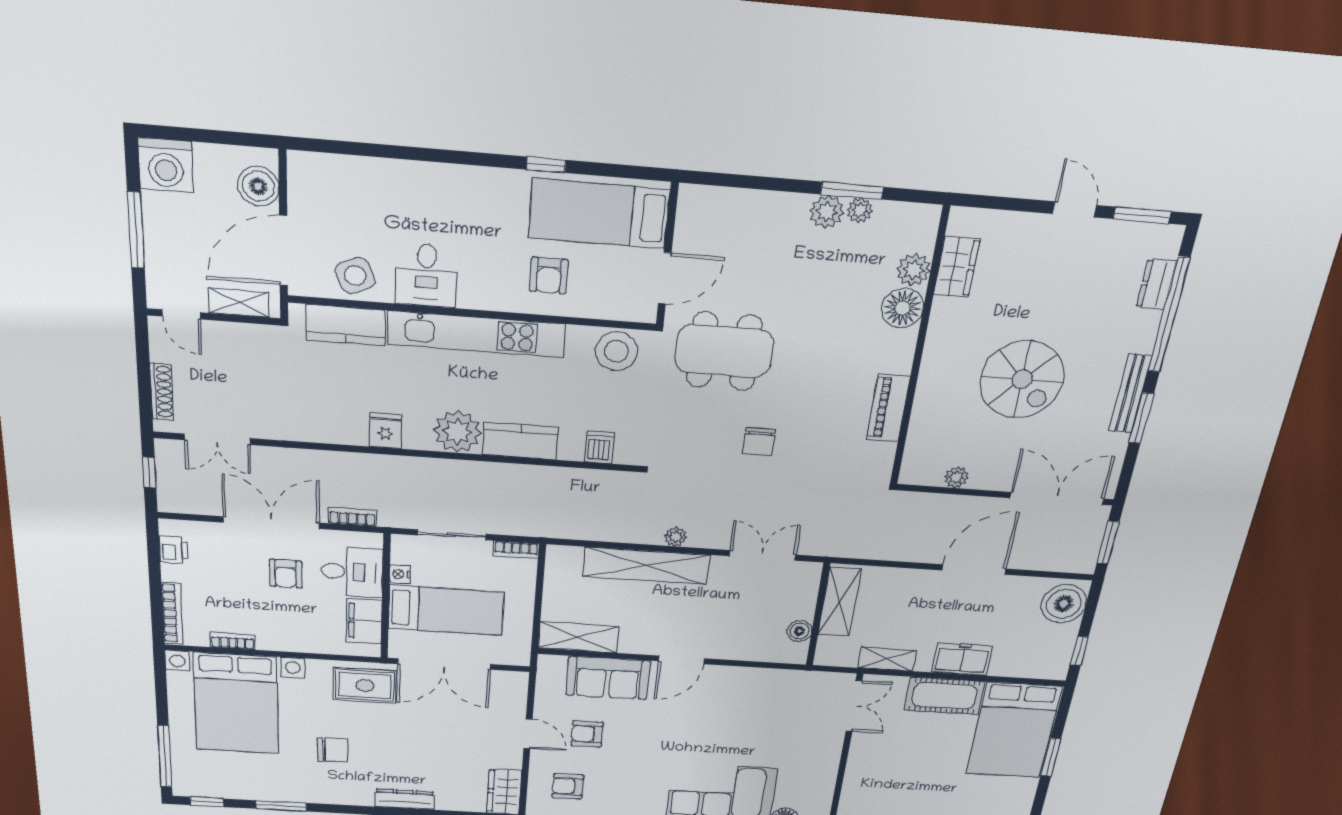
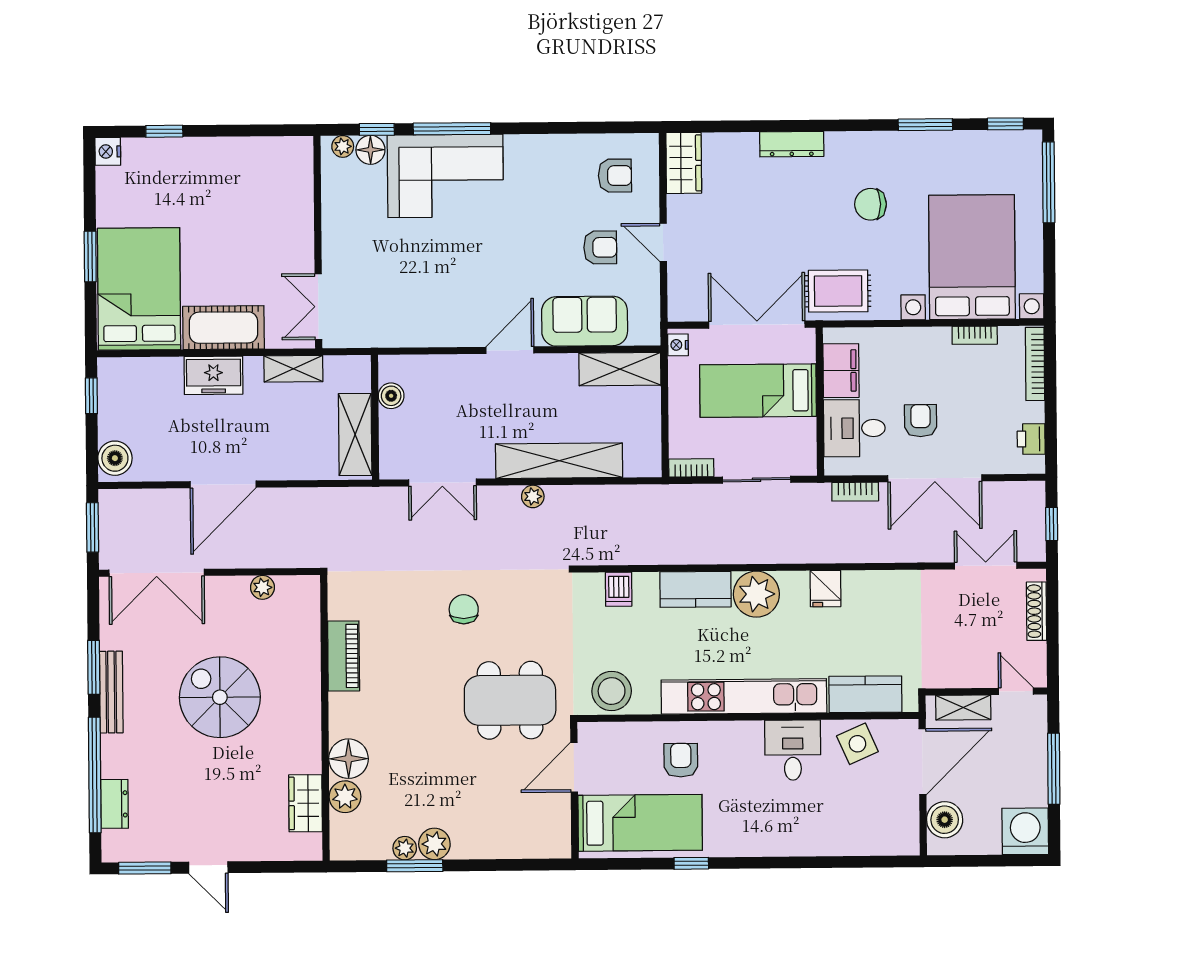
nightstand: (400, 574) -> (678, 345), moved, turned 180
boiler: (1064, 604) -> (115, 458), width x0.73, depth x0.73

